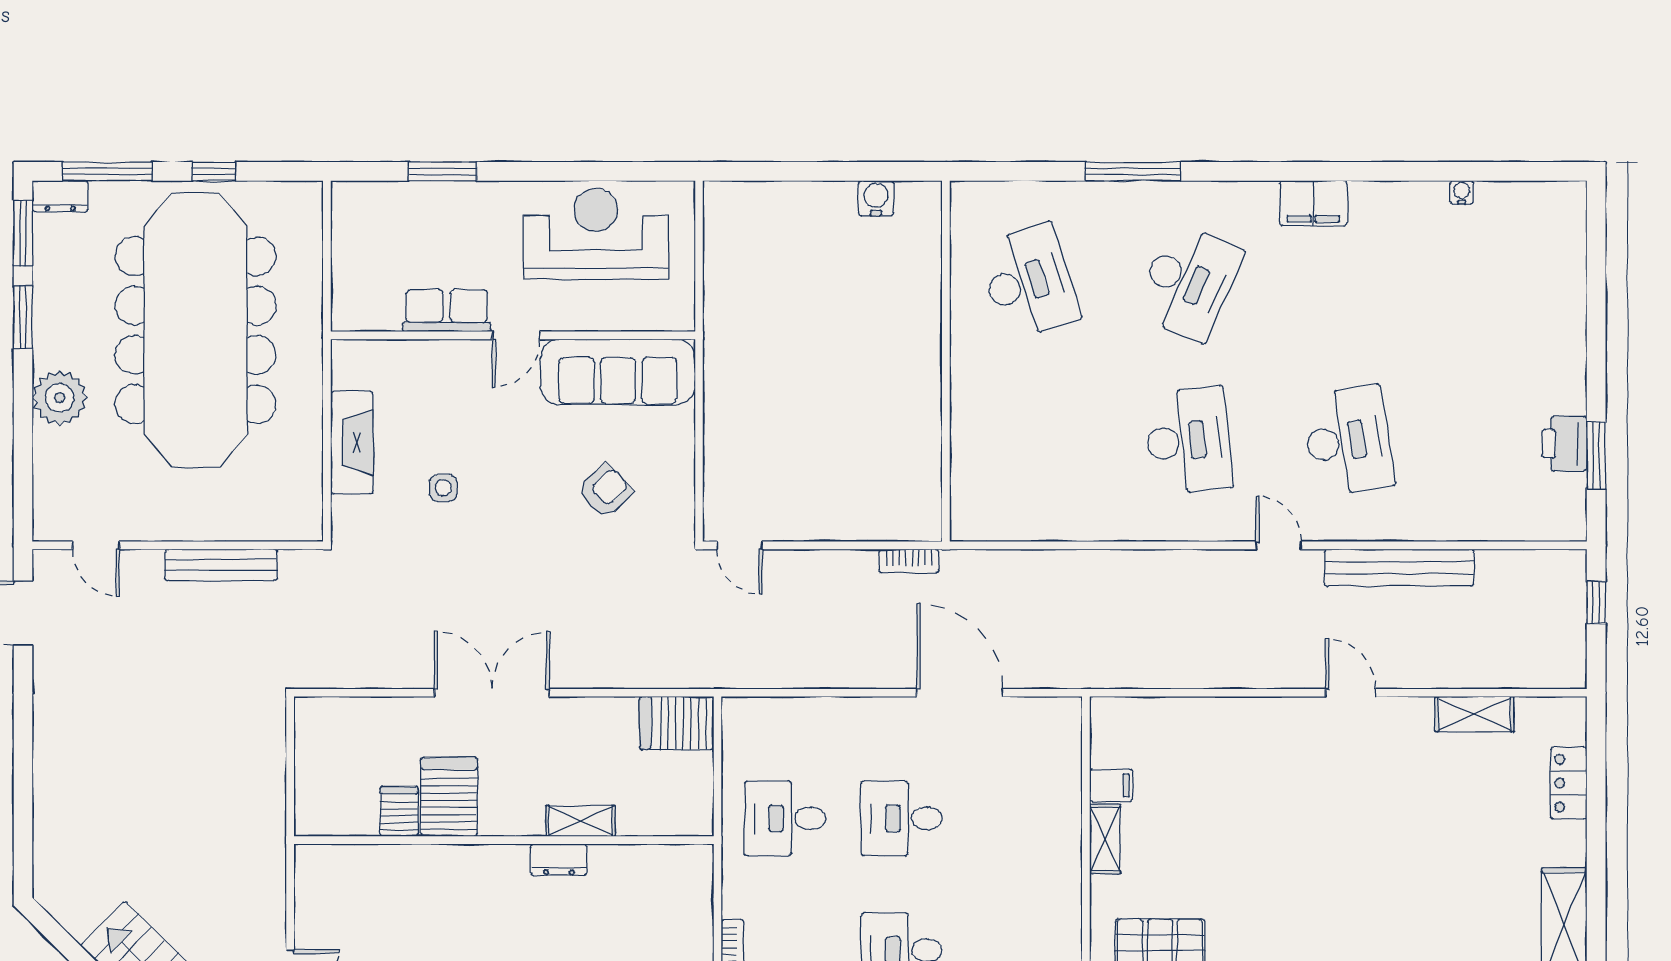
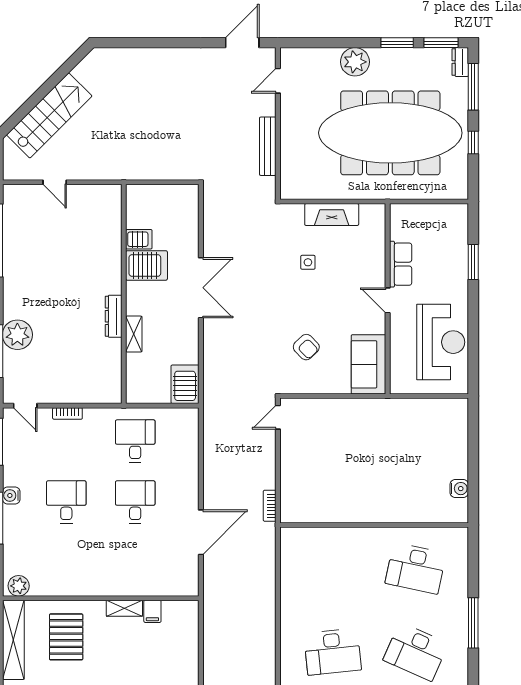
desk: (1029, 282) -> (416, 568), turned 30
sofa: (618, 372) -> (368, 364), width x0.73
dresser: (559, 860) -> (114, 316), width x1.44

